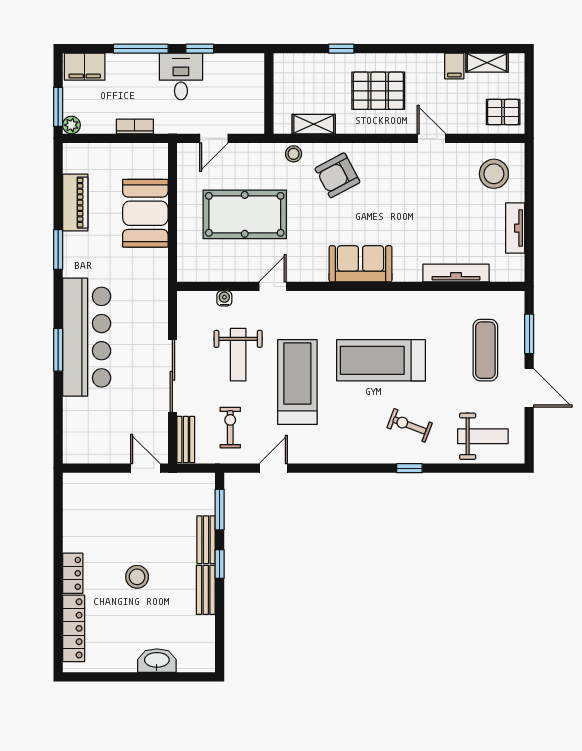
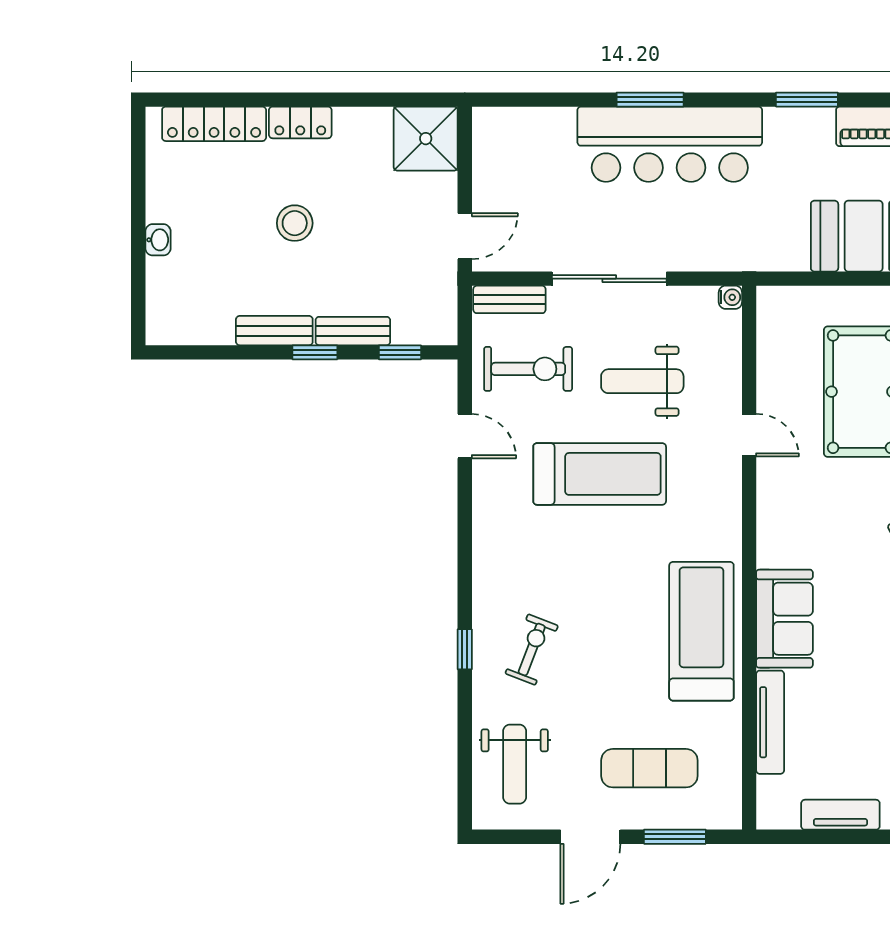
sofa: (361, 264) -> (784, 619), moved
water cooler: (224, 298) -> (730, 297), moved
treadmill: (381, 360) -> (701, 631), moved
exercise bike: (230, 428) -> (528, 369), width x1.38, depth x1.39
shower: (83, 493) -> (426, 139), added
window: (220, 510) -> (400, 352), width x0.67
washbasin: (157, 661) -> (158, 240), width x0.52, depth x0.69

